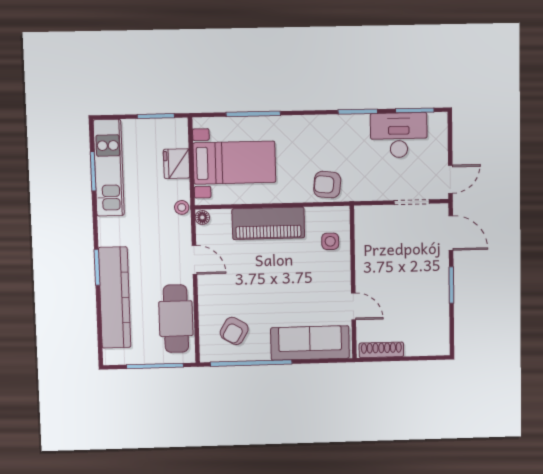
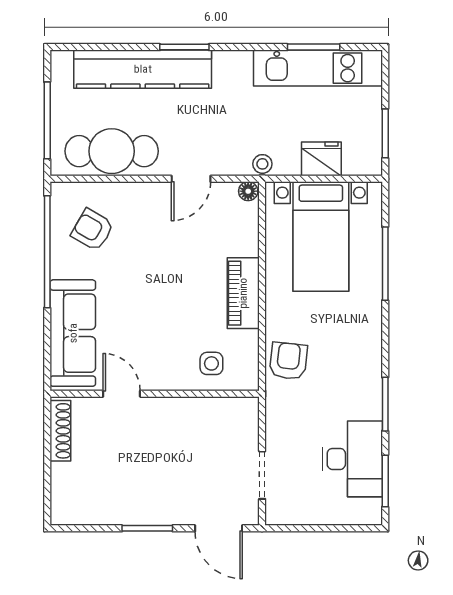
door: (450, 179) -> (292, 528), removed
piano: (268, 223) -> (243, 293), width x0.73, depth x0.75
door: (451, 233) -> (219, 528), hinge flipped
door: (354, 306) -> (122, 394), swing flipped

